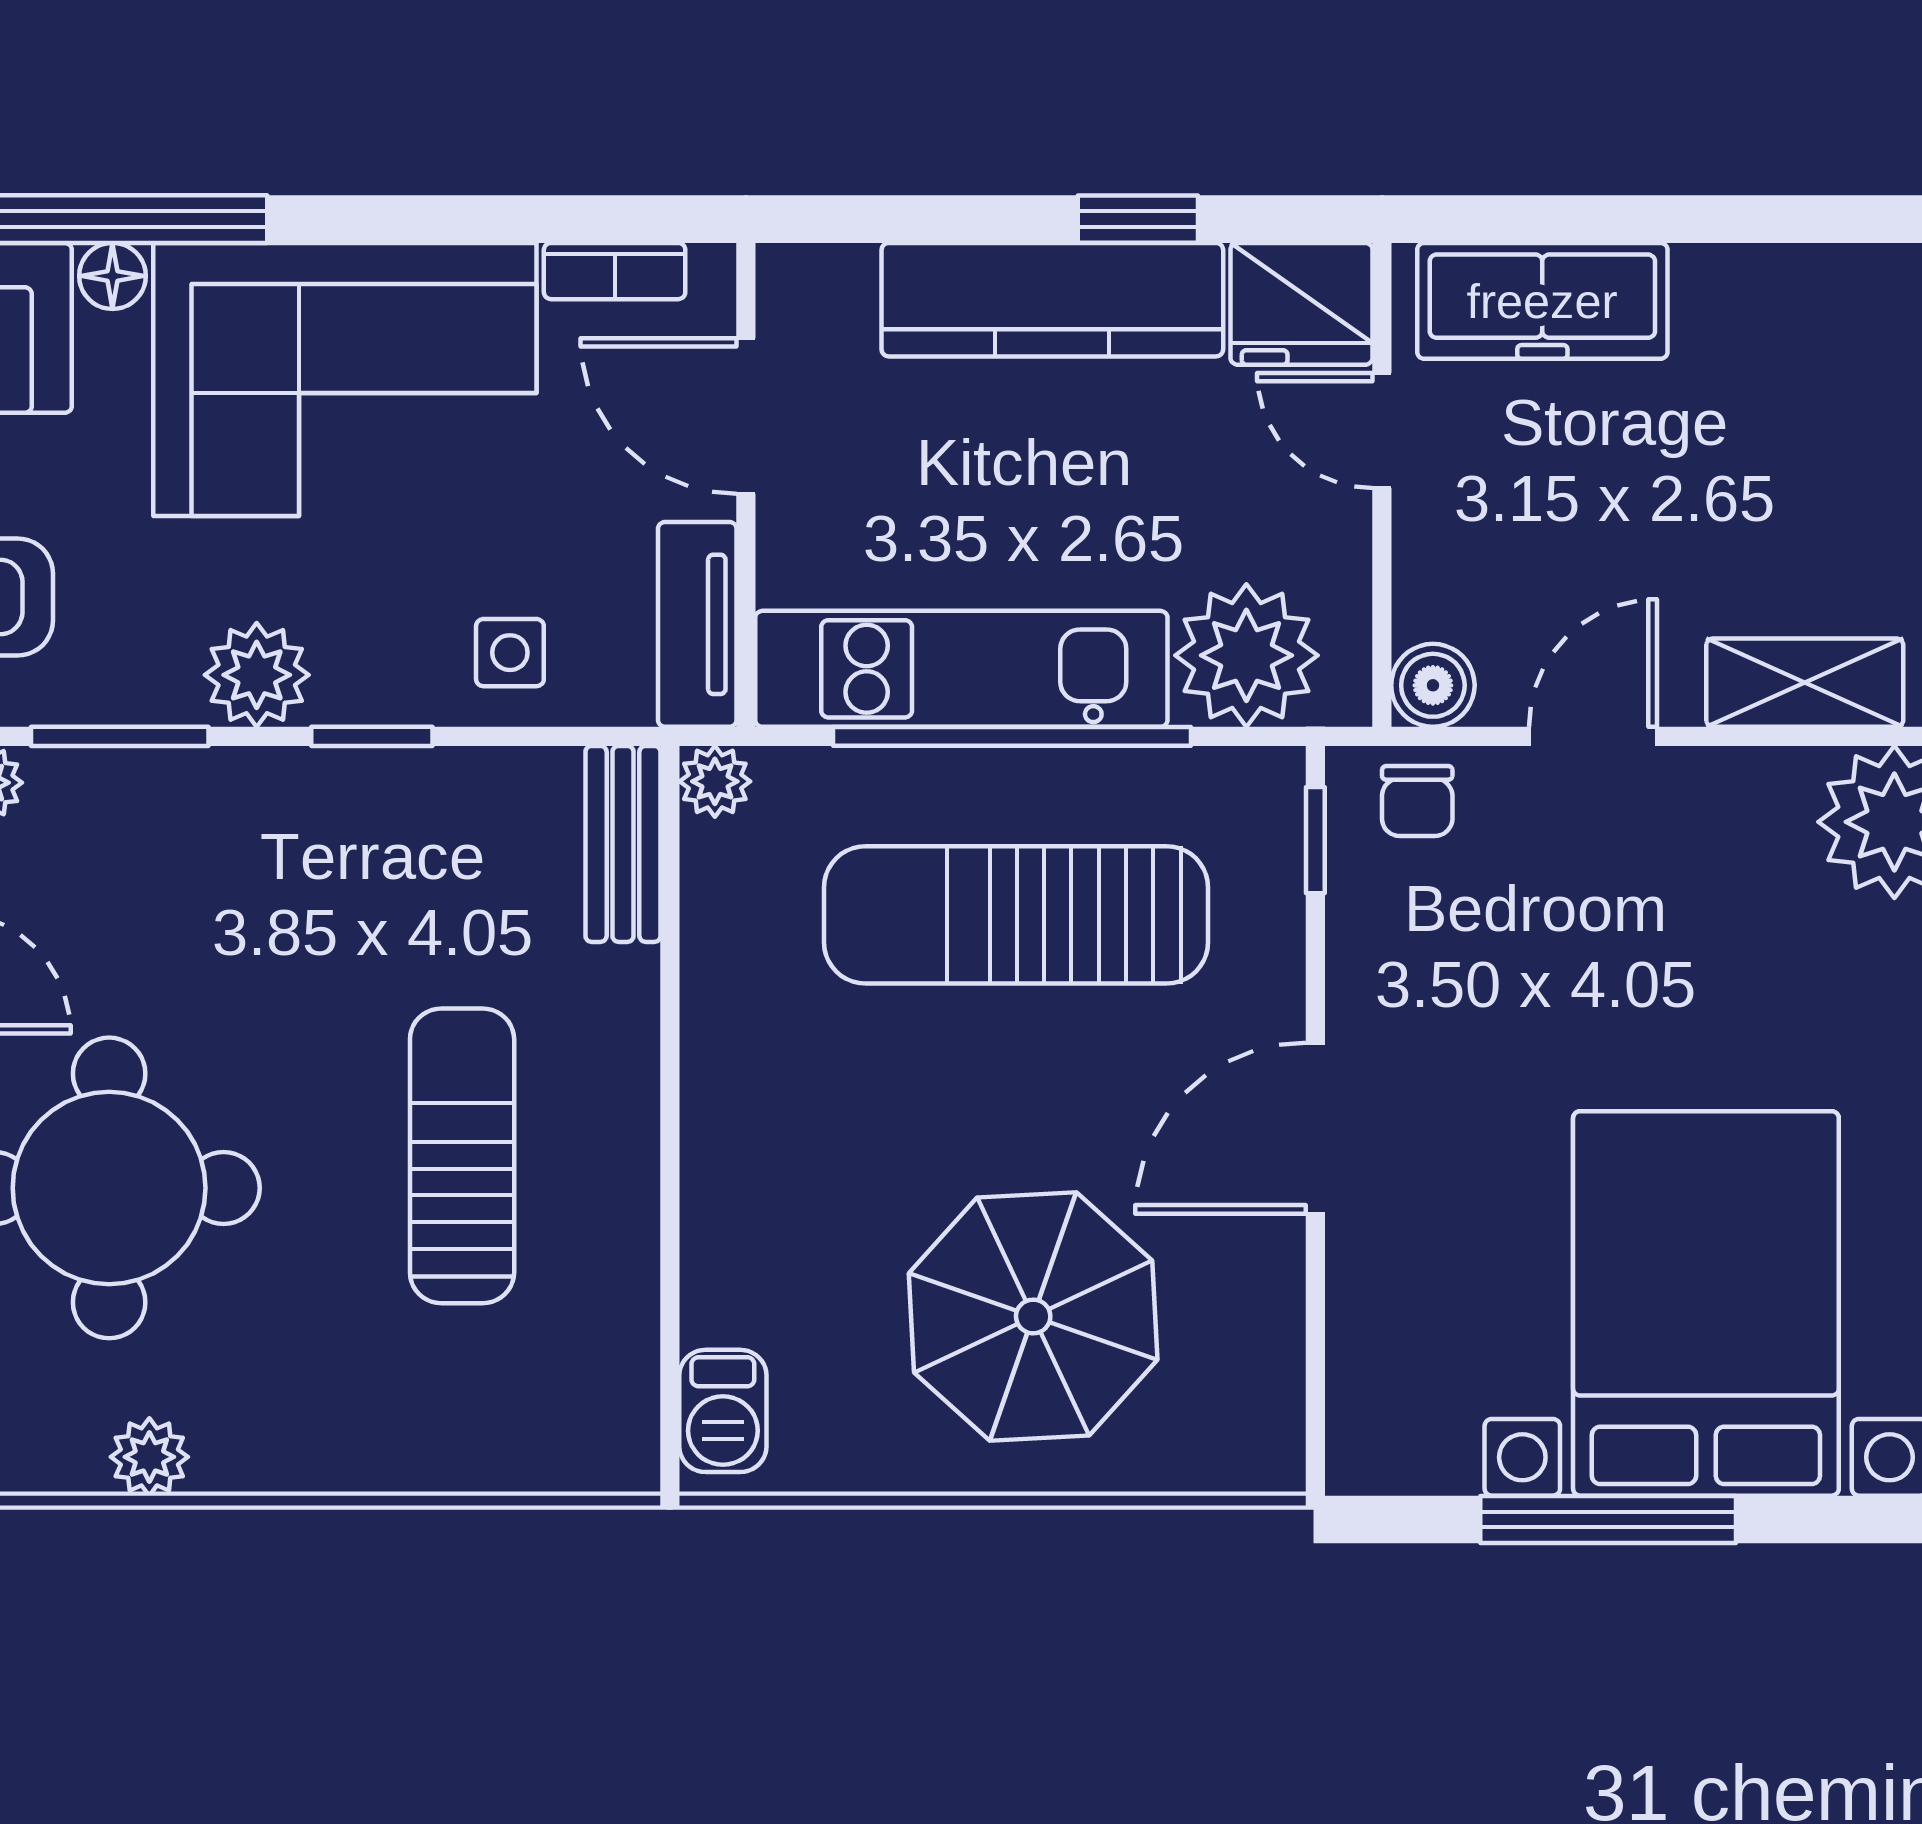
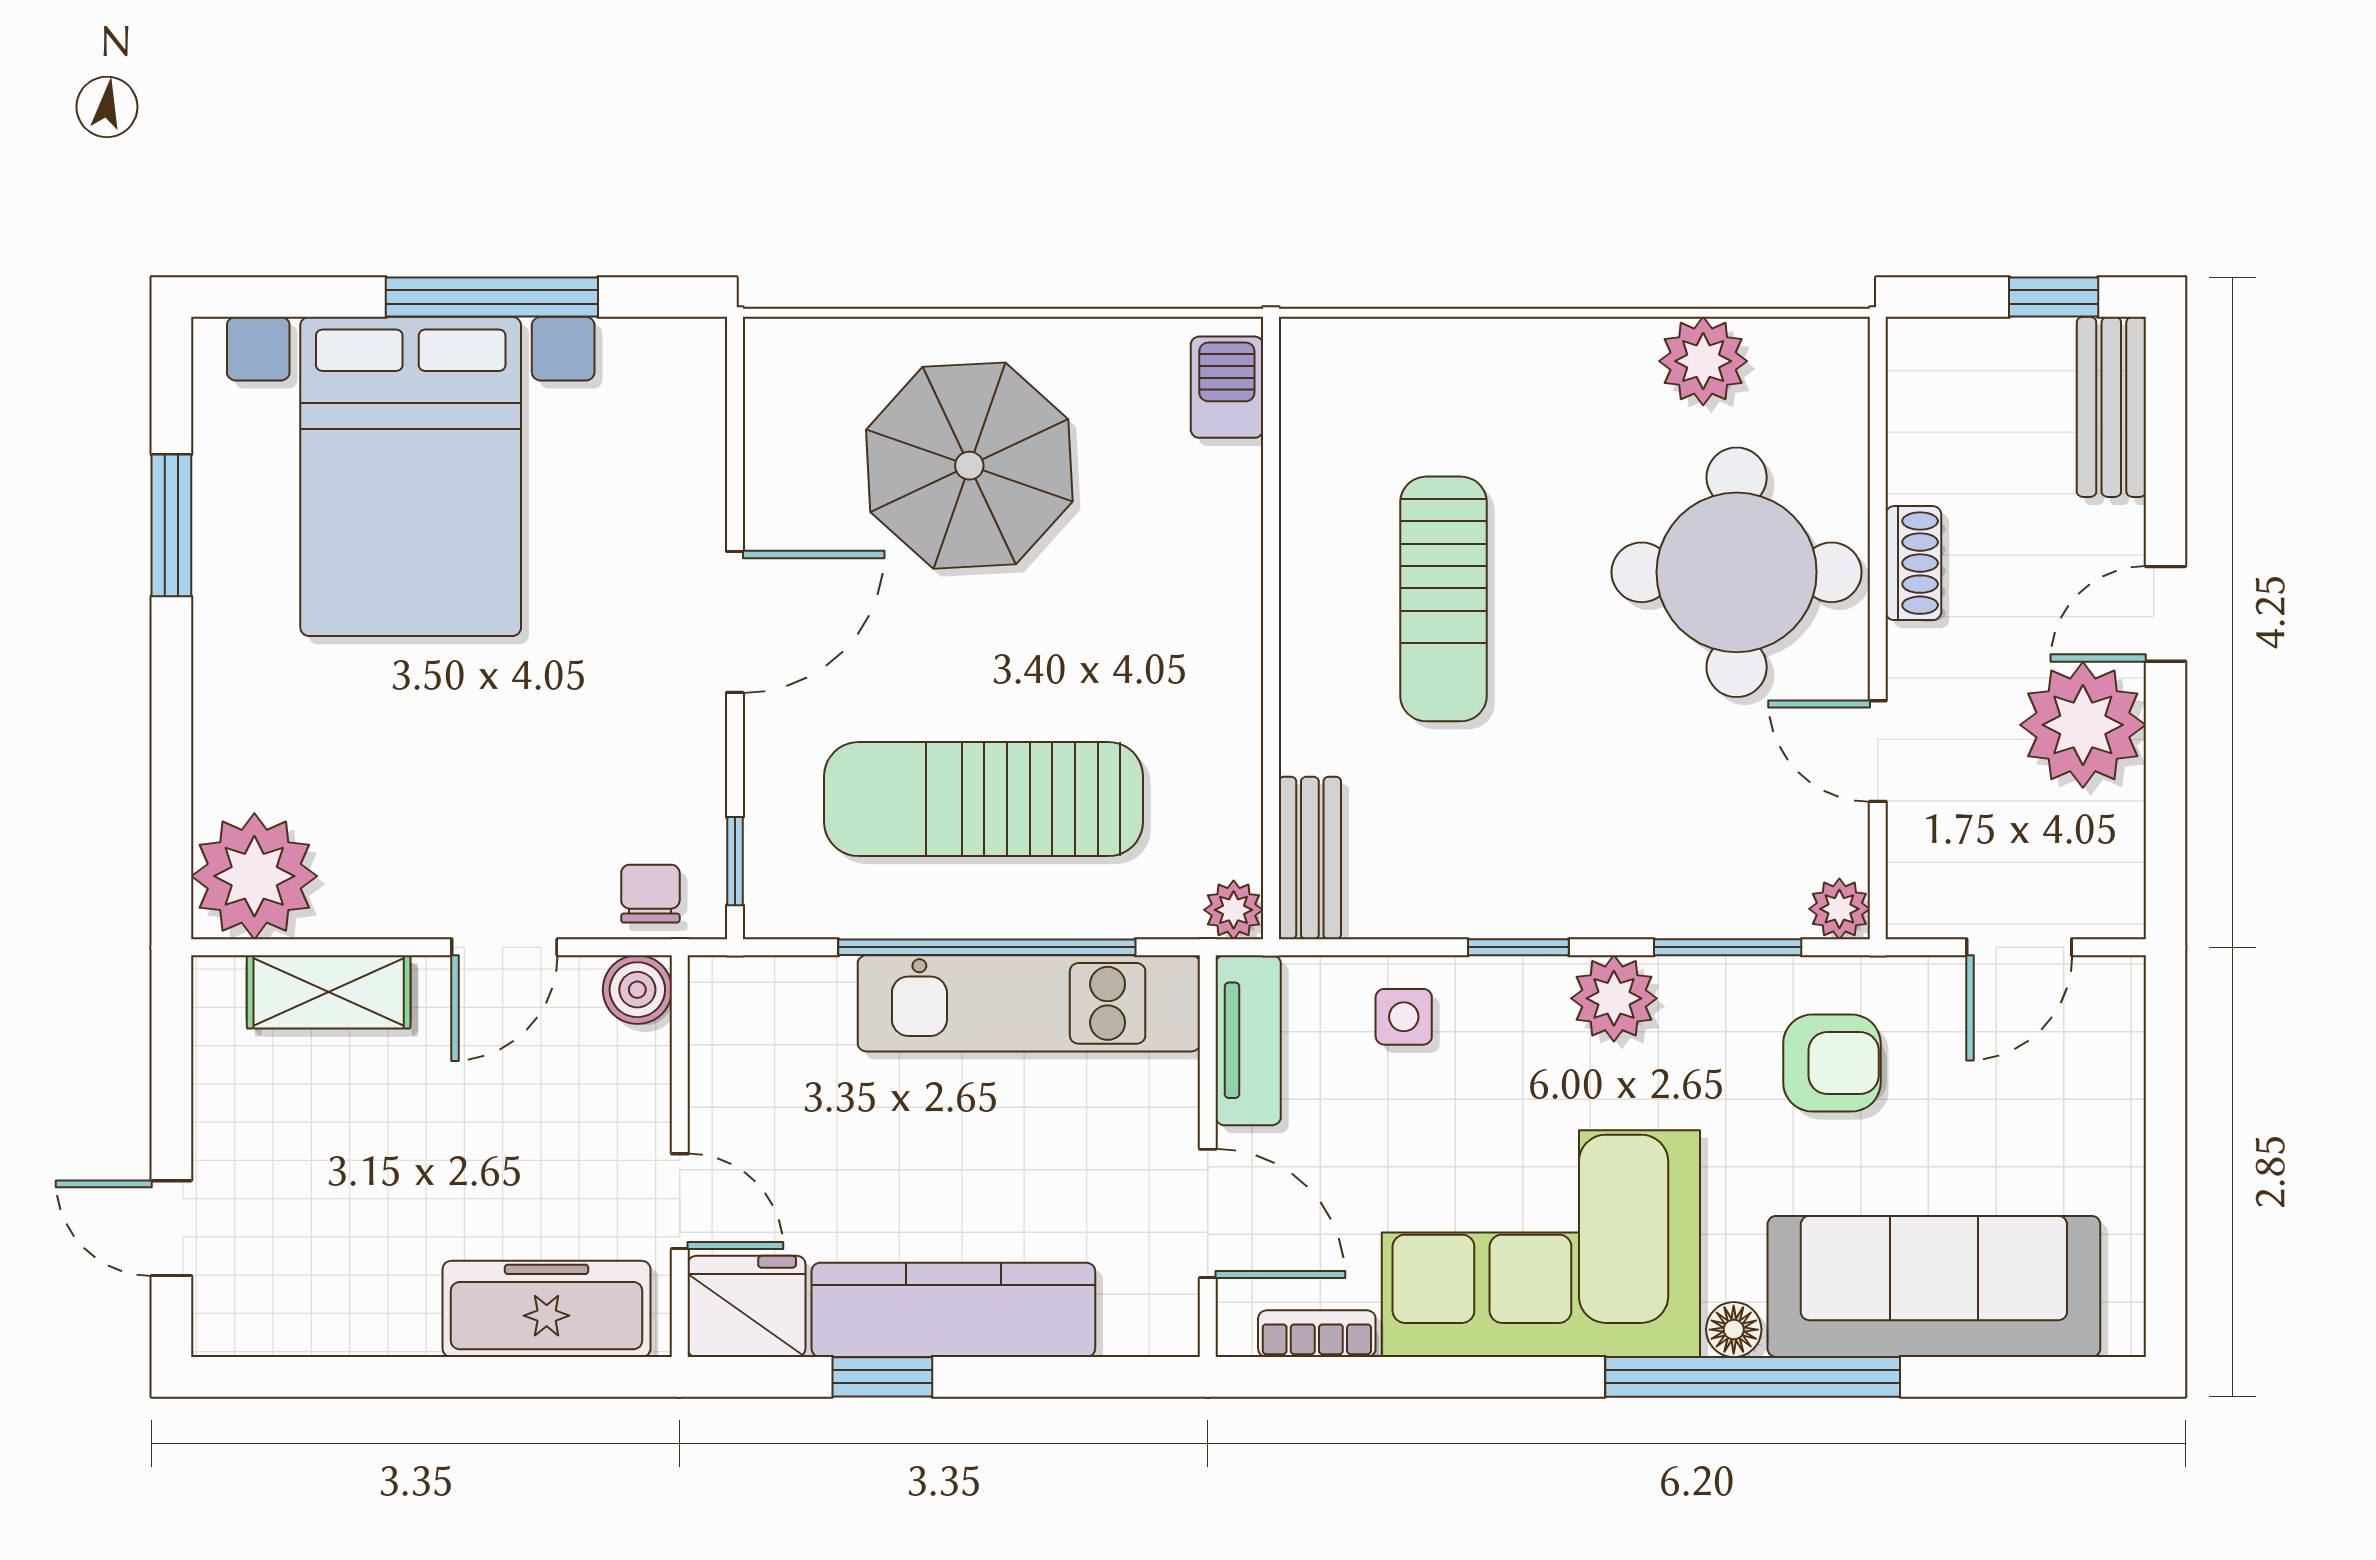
plant: (1246, 655) -> (792, 1014), removed
sun lounger: (1016, 915) -> (984, 799), turned 180
plant: (149, 1457) -> (1703, 361), width x1.38, depth x1.38

